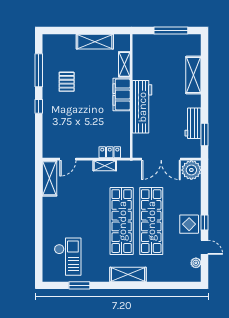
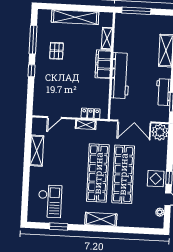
window: (171, 31) -> (136, 11), moved
shelving: (95, 42) -> (75, 17), width x1.47
shelving: (49, 178) -> (37, 151), moved

